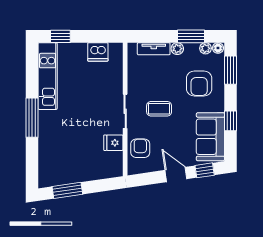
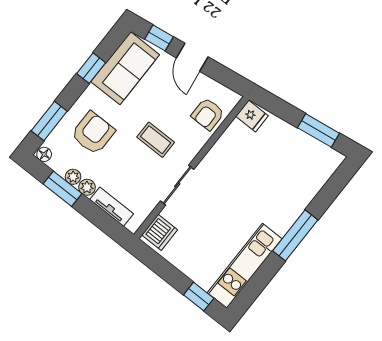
plant: (206, 48) -> (73, 177), moved
dishwasher: (98, 52) -> (160, 232), moved, turned 90
sliding door: (125, 111) -> (177, 185), moved
fridge: (113, 143) -> (252, 116), moved

